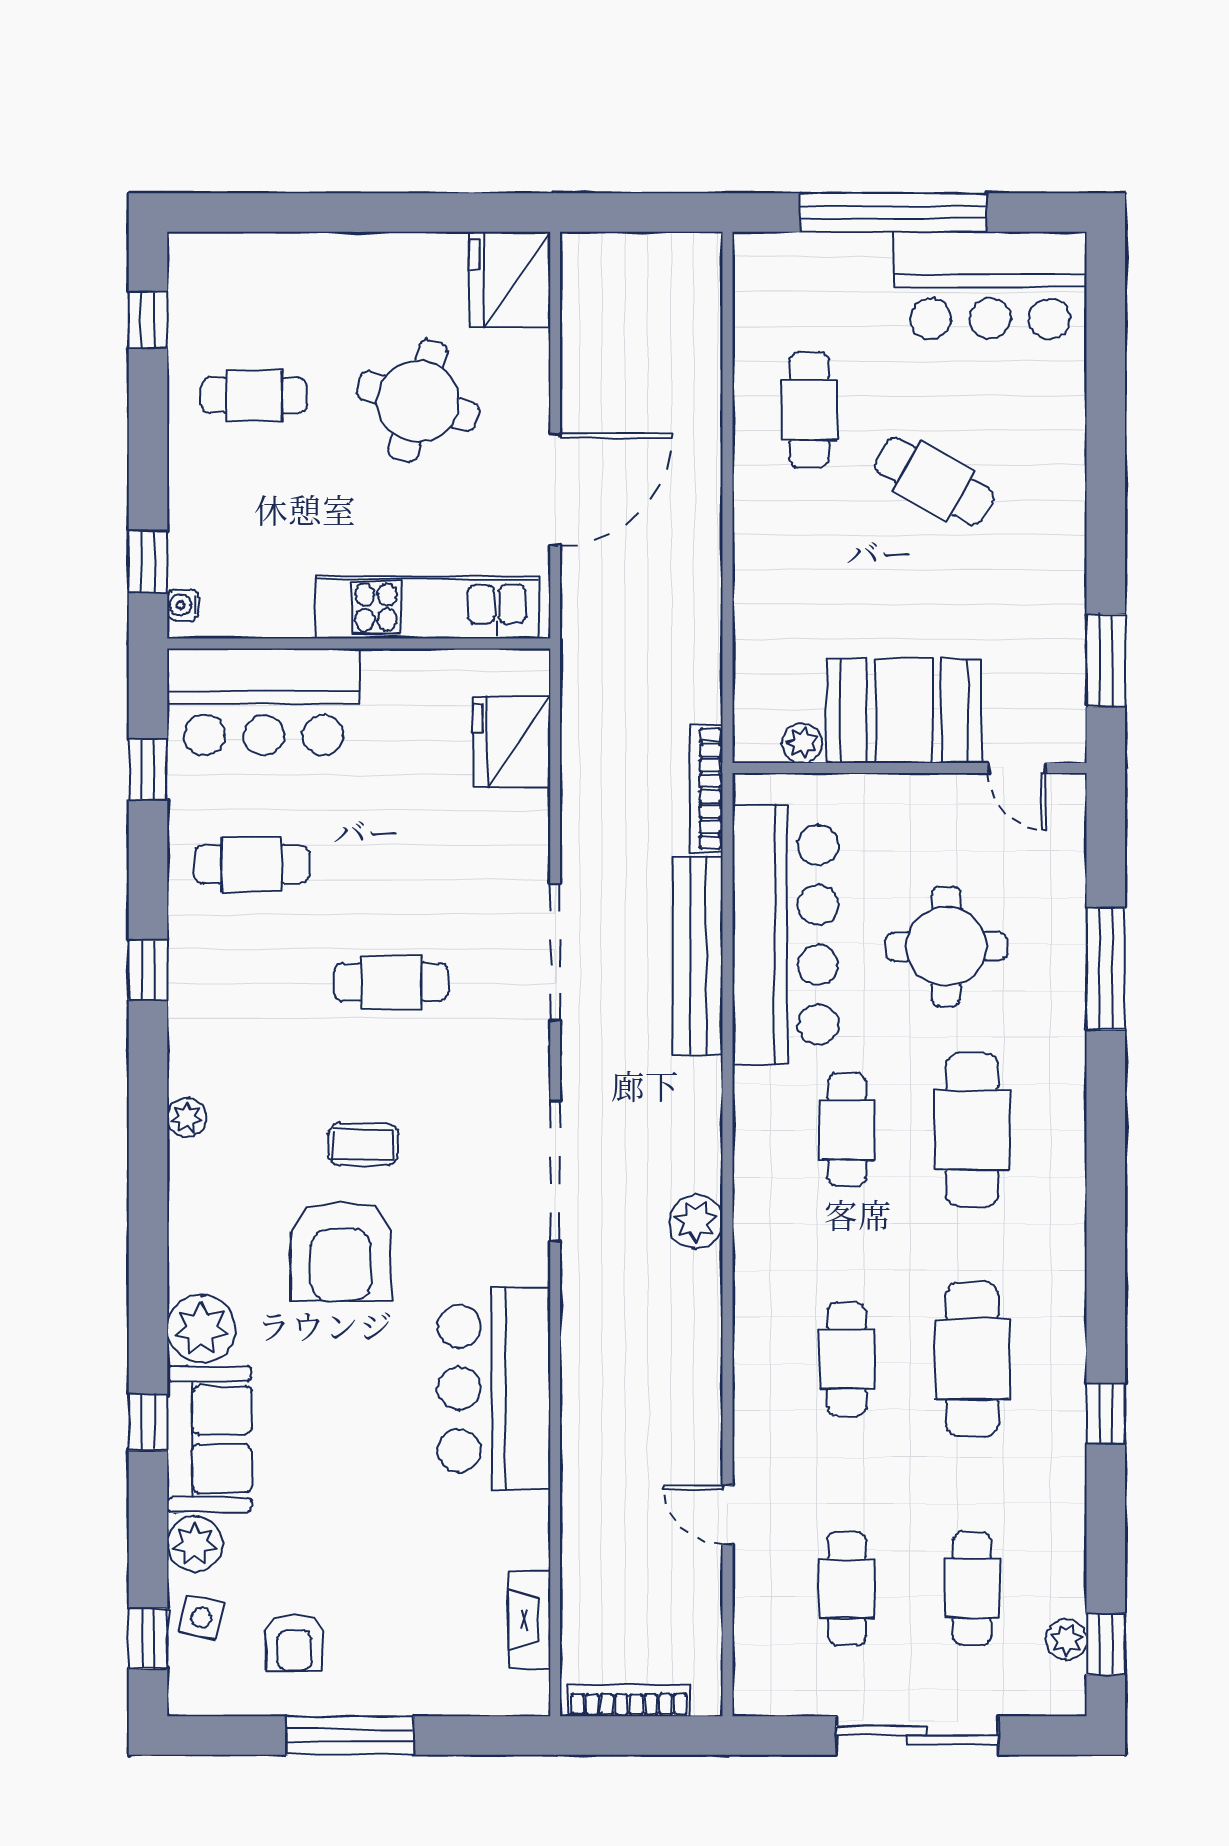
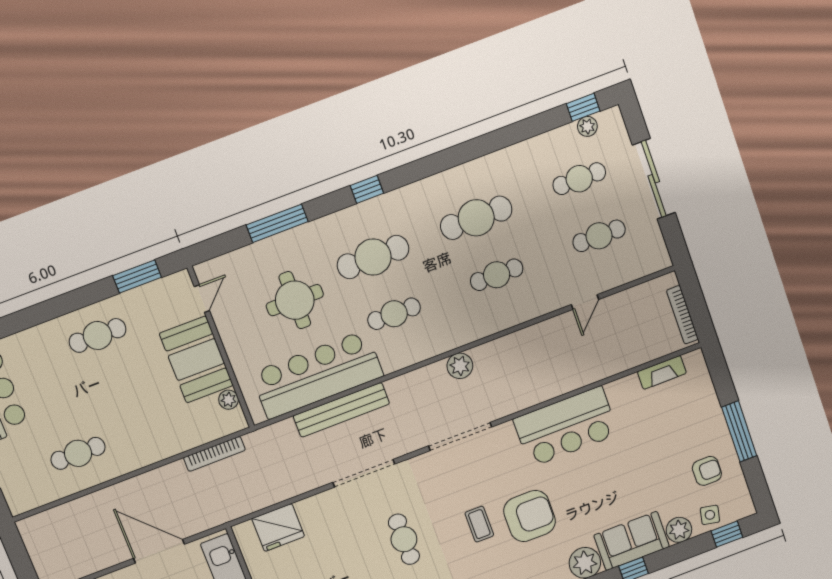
cafe table: (934, 481) -> (98, 335), moved, turned 61
bookcase: (706, 788) -> (214, 454), moved
window: (1106, 1413) -> (367, 189), moved

